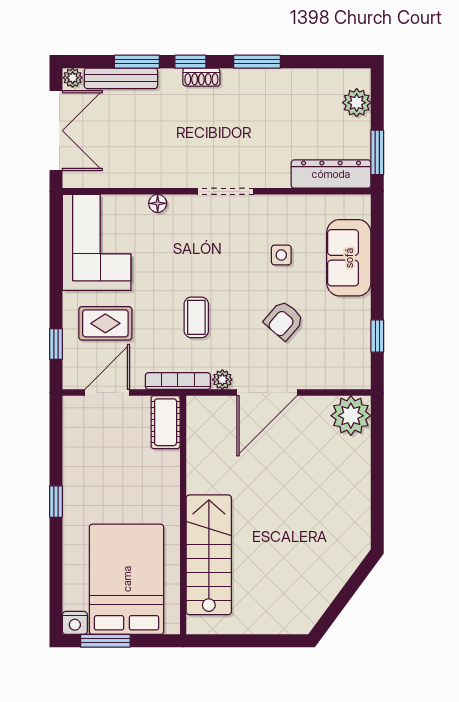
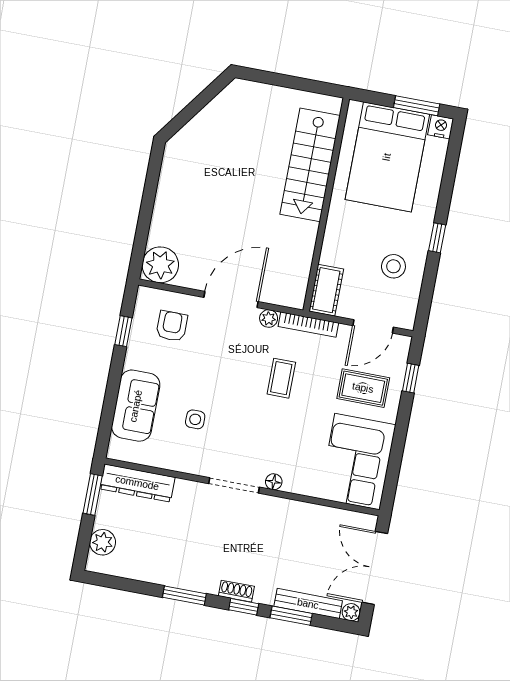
floor lamp: (158, 203) -> (274, 482), moved
armchair: (284, 320) -> (172, 326), moved, turned -41
stool: (98, 462) -> (393, 266), added

